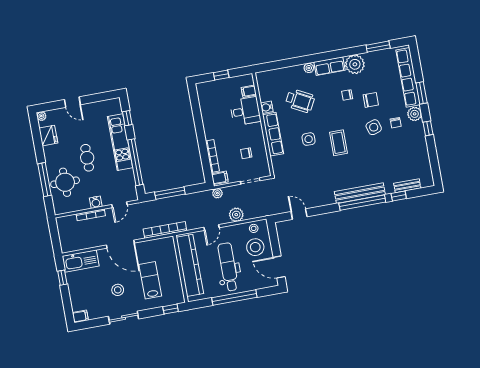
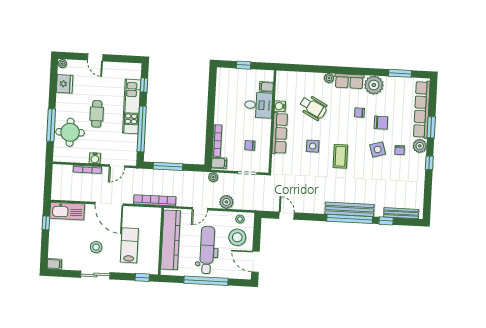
bench: (407, 186) -> (401, 213), width x1.36

